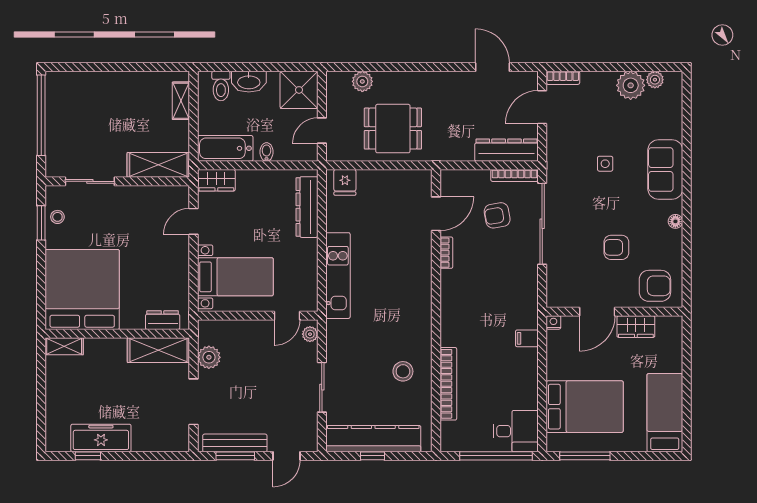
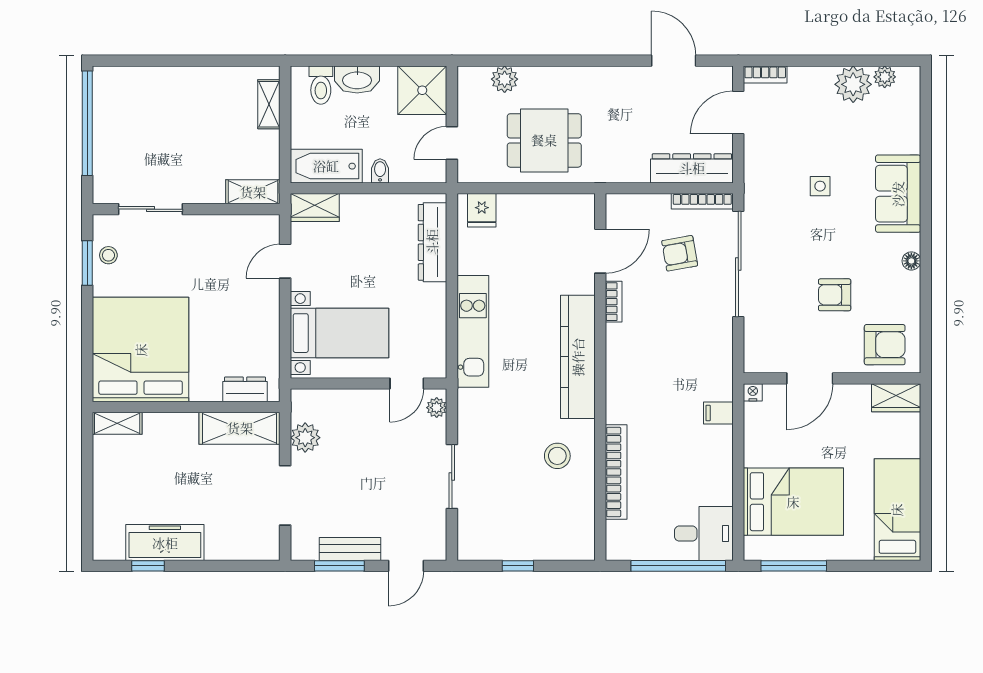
shelving: (158, 165) -> (253, 192), width x0.67, depth x0.75
wardrobe: (636, 327) -> (896, 398), moved
kitchen counter: (373, 439) -> (578, 357), moved, turned -90
bench: (235, 443) -> (350, 549), width x0.73

